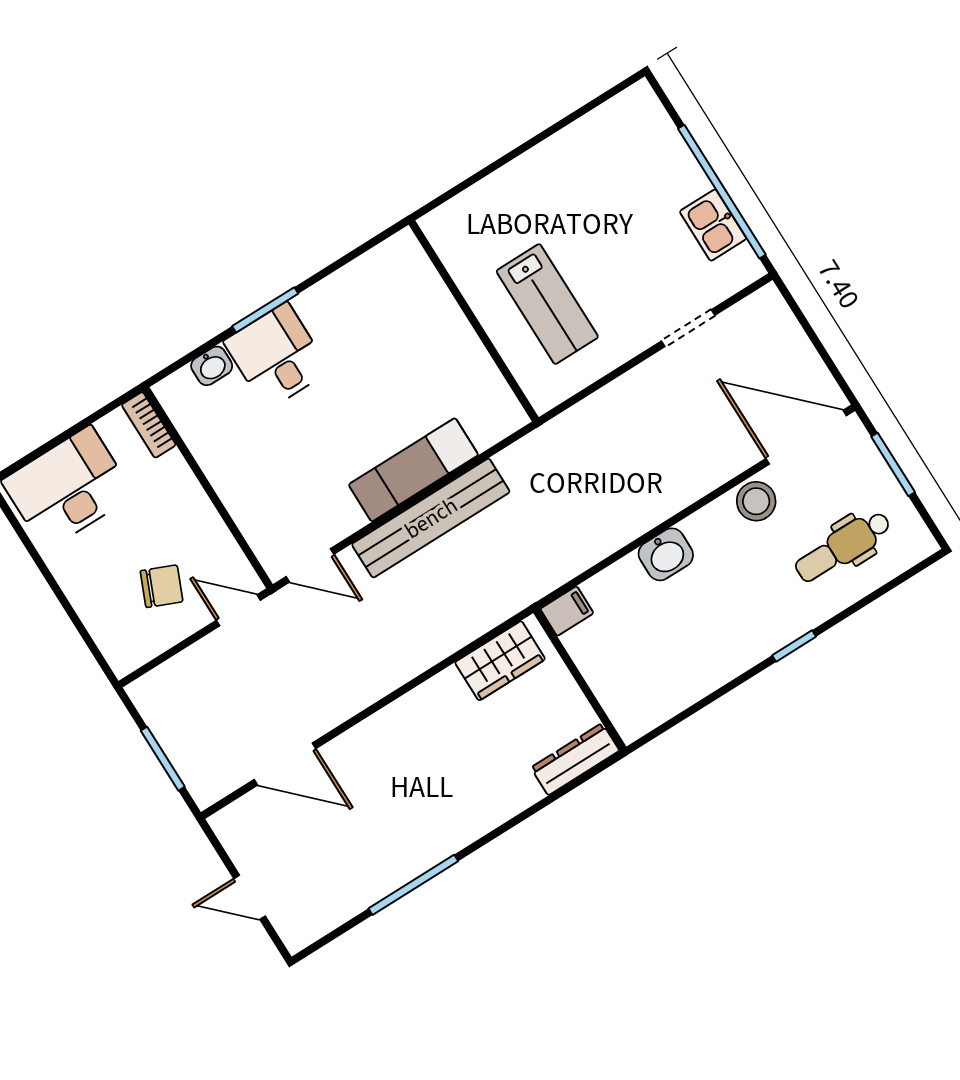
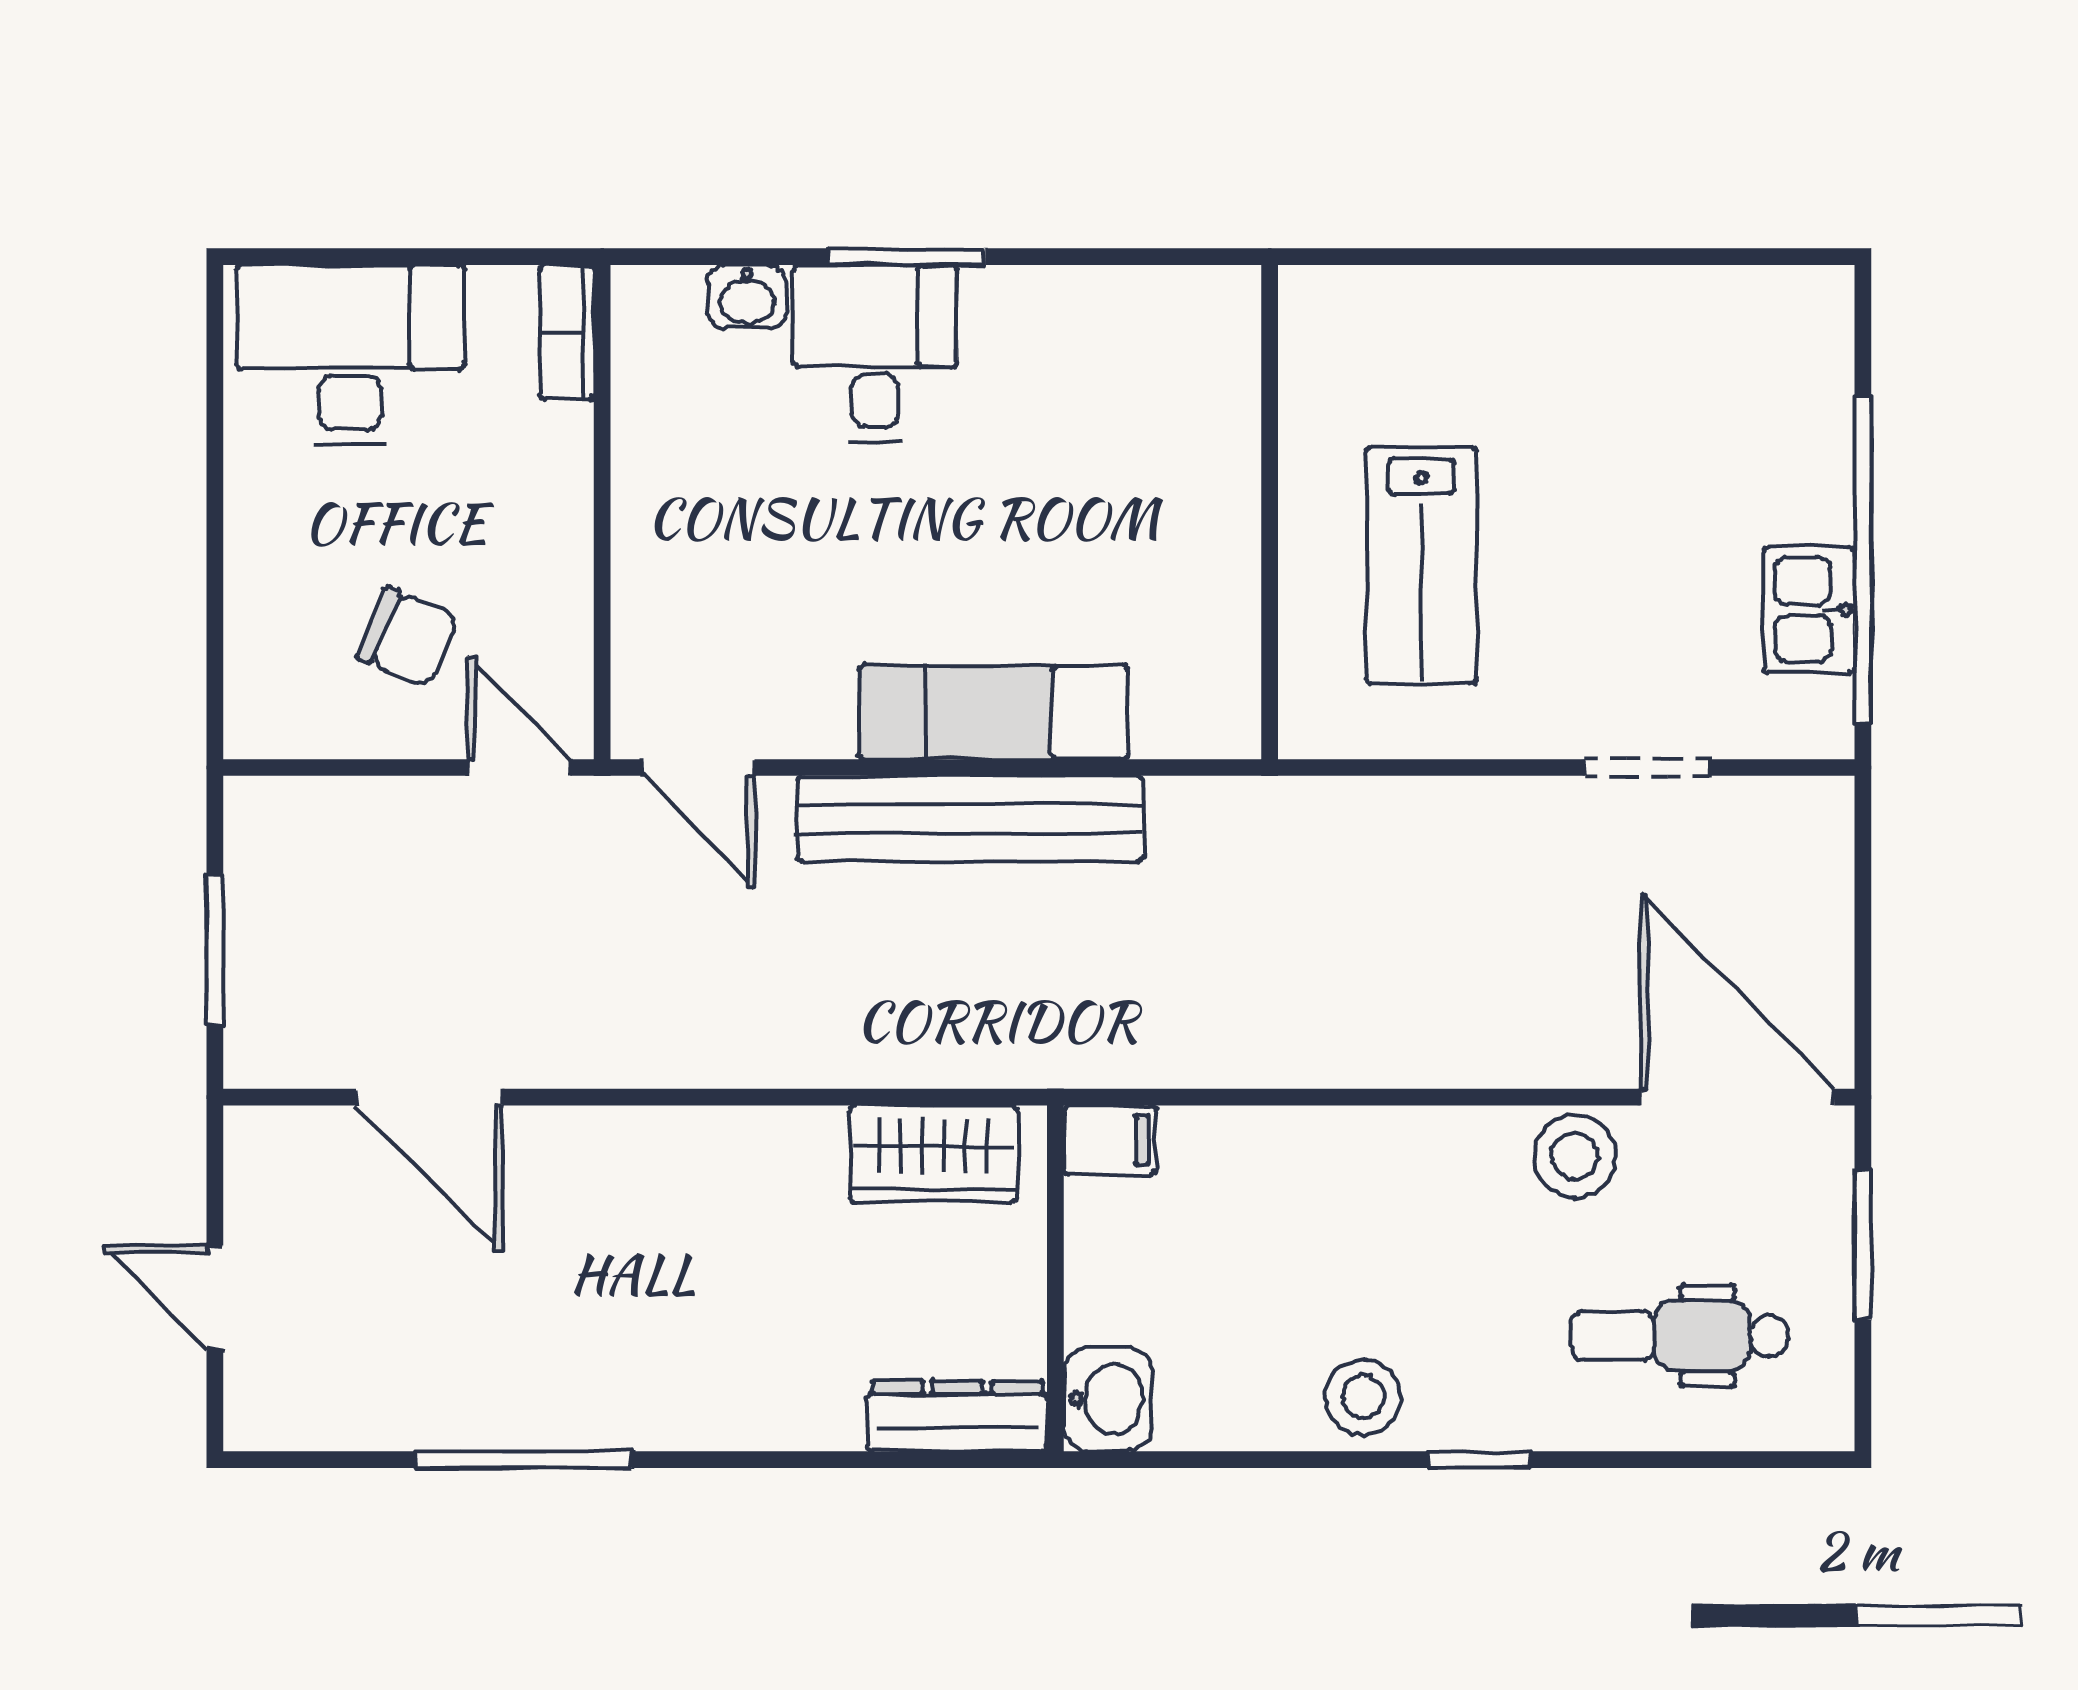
washbasin: (666, 554) -> (1108, 1399), moved, turned -90
stool: (732, 650) -> (1363, 1397), added

